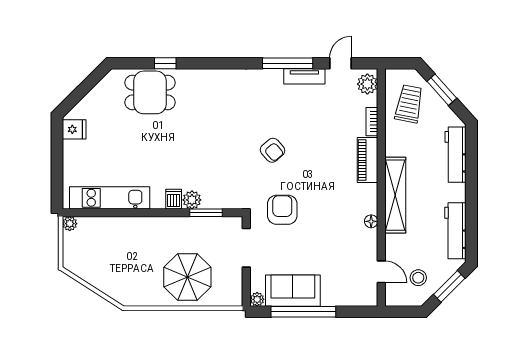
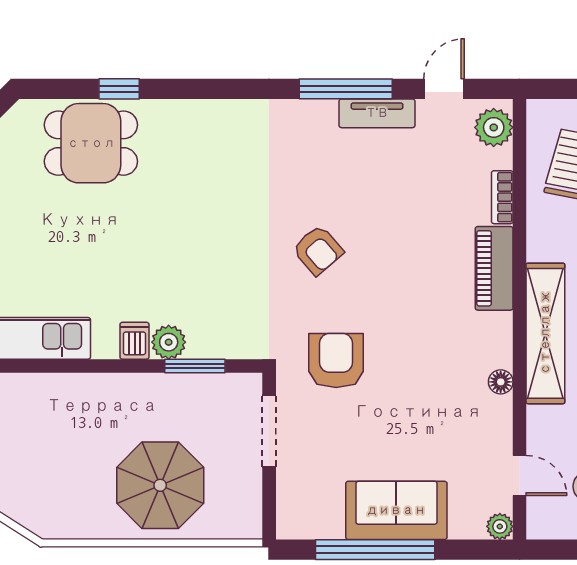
sofa: (293, 291) -> (396, 510), moved
plant: (257, 299) -> (500, 526), moved

